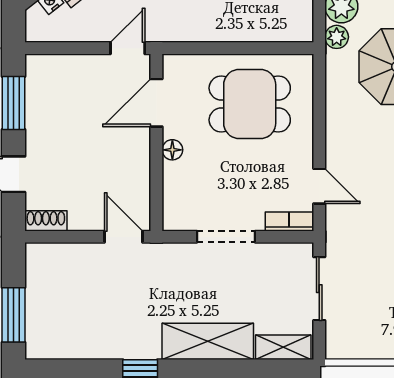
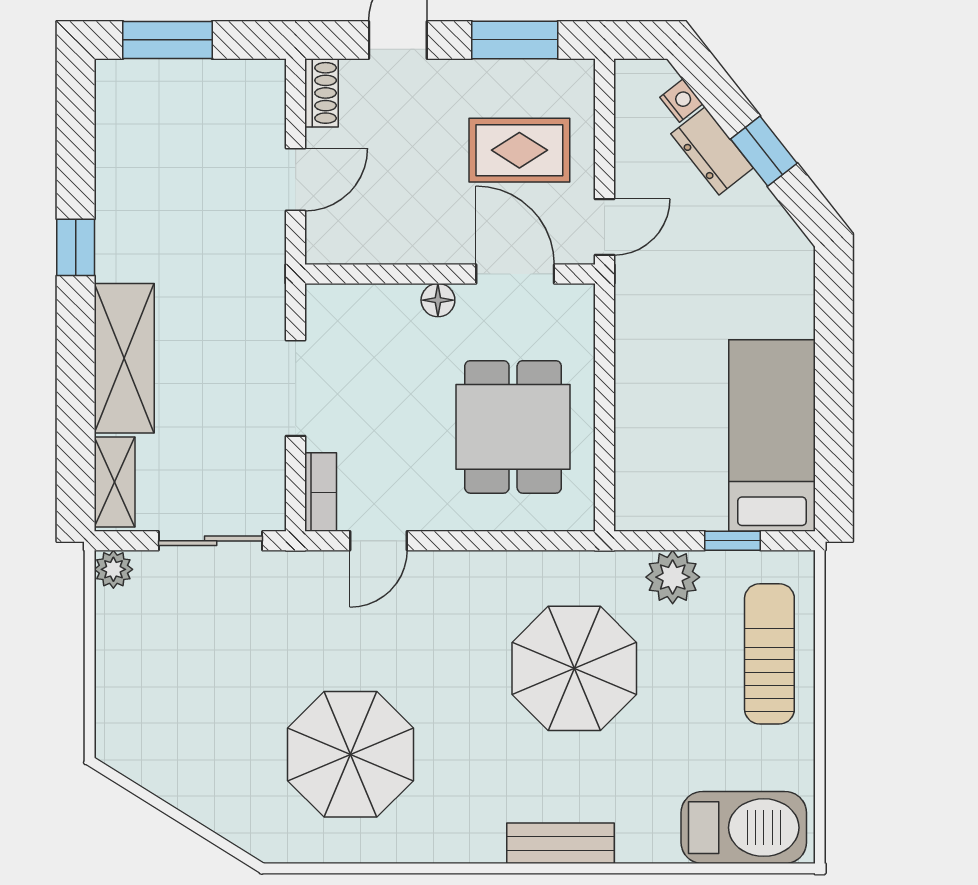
plant: (337, 37) -> (113, 569), moved
door: (128, 48) -> (604, 227), hinge flipped
rug: (81, 100) -> (519, 150), added
door: (124, 237) -> (296, 180), moved

